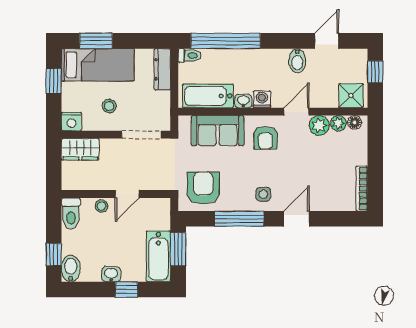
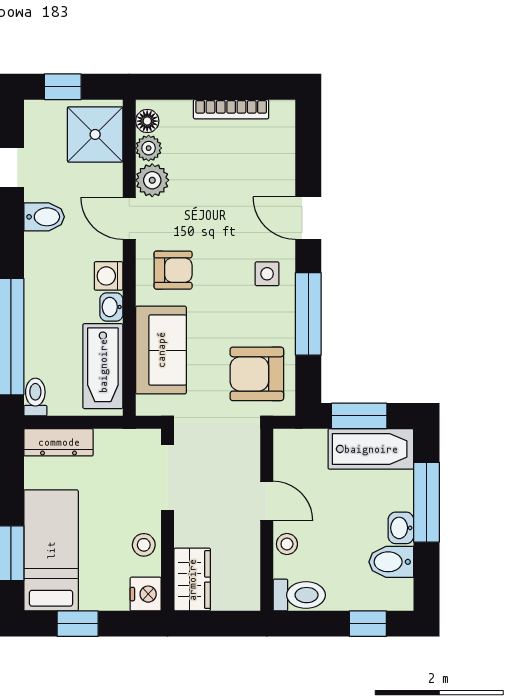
shower: (351, 96) -> (95, 134), width x1.36, depth x1.36
stool: (109, 106) -> (144, 545), moved
bookcase: (362, 189) -> (231, 109), moved
bidet: (71, 268) -> (391, 562), moved
window: (126, 290) -> (426, 502), width x2.17

